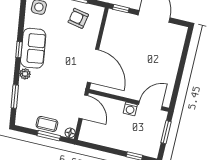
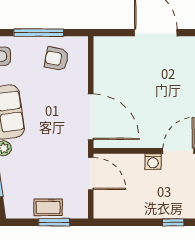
window: (121, 9) -> (109, 33), removed
floor lamp: (70, 133) -> (81, 212), removed

